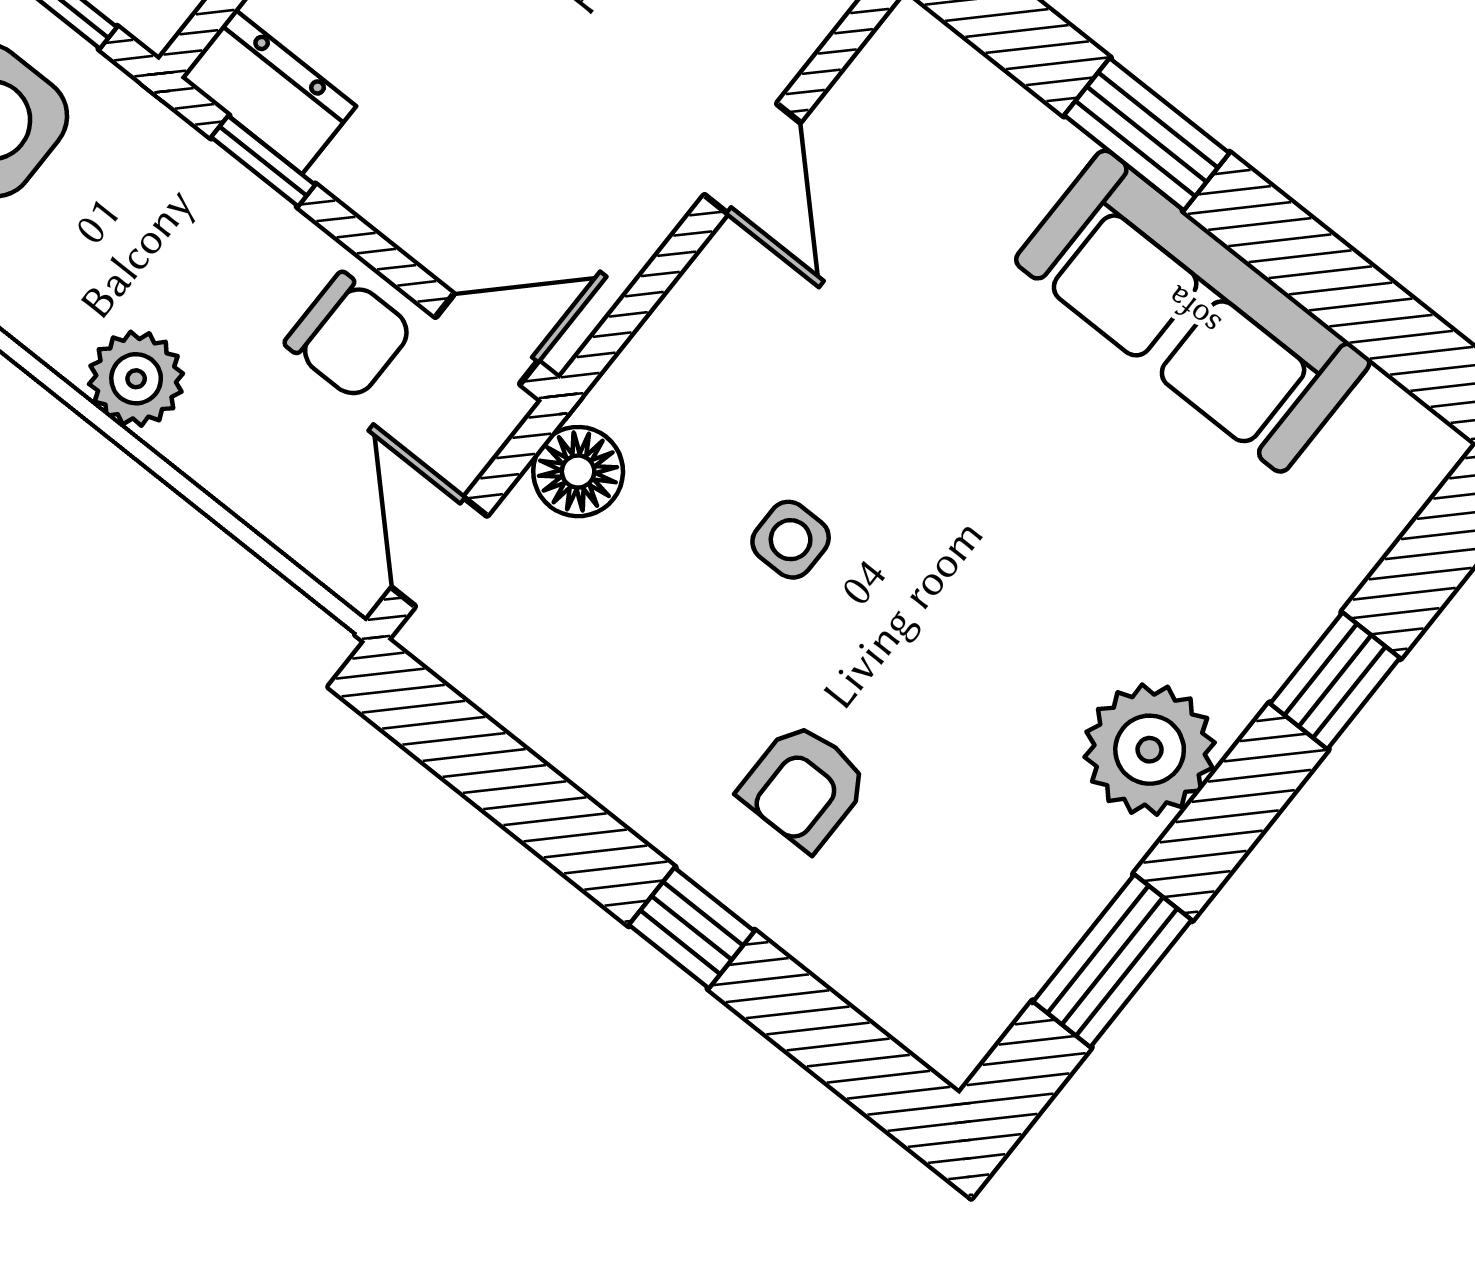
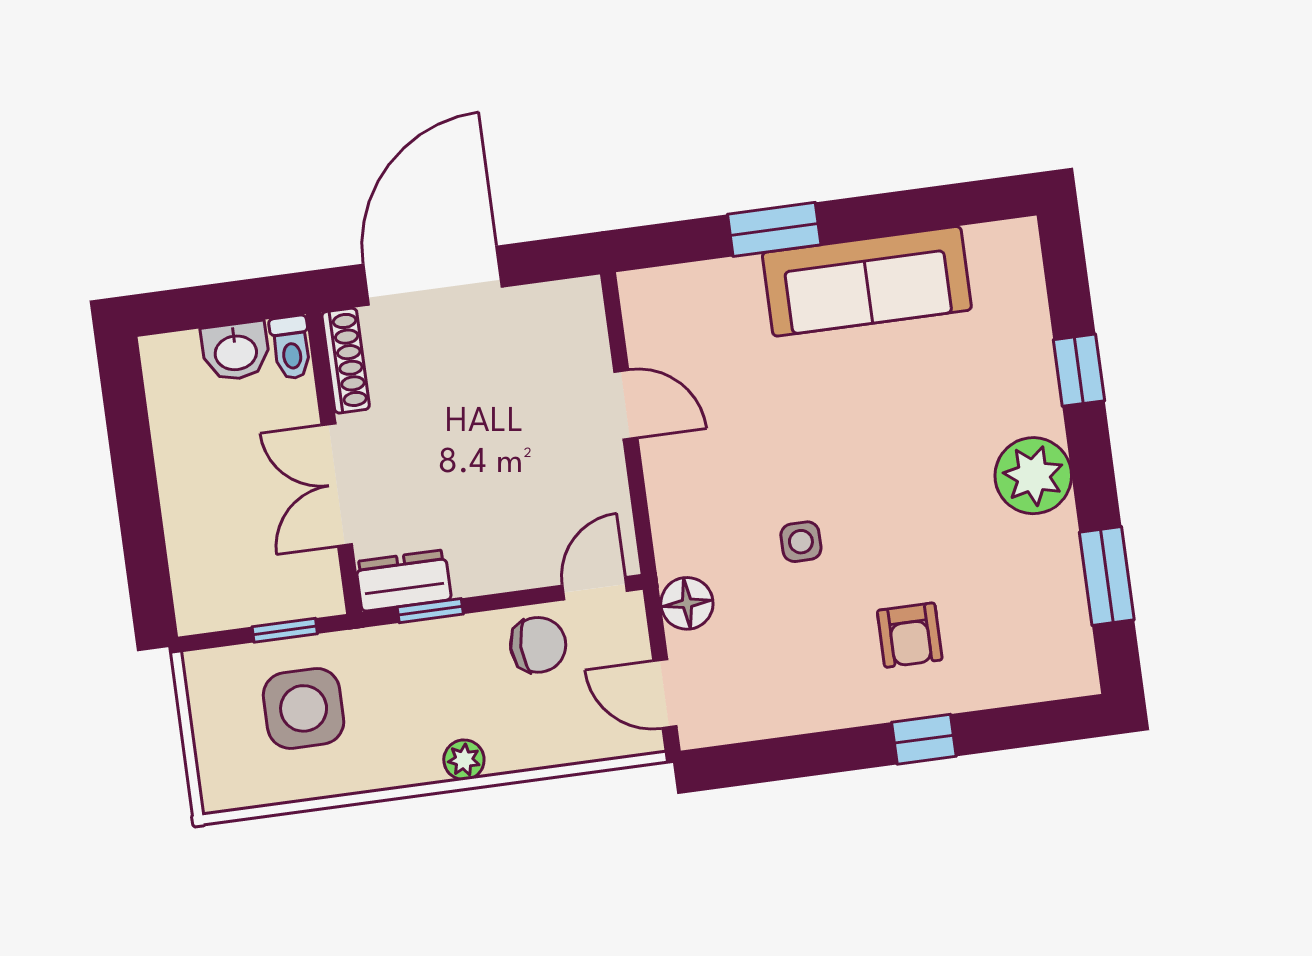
plant: (136, 379) -> (464, 760), width x0.73, depth x0.73

